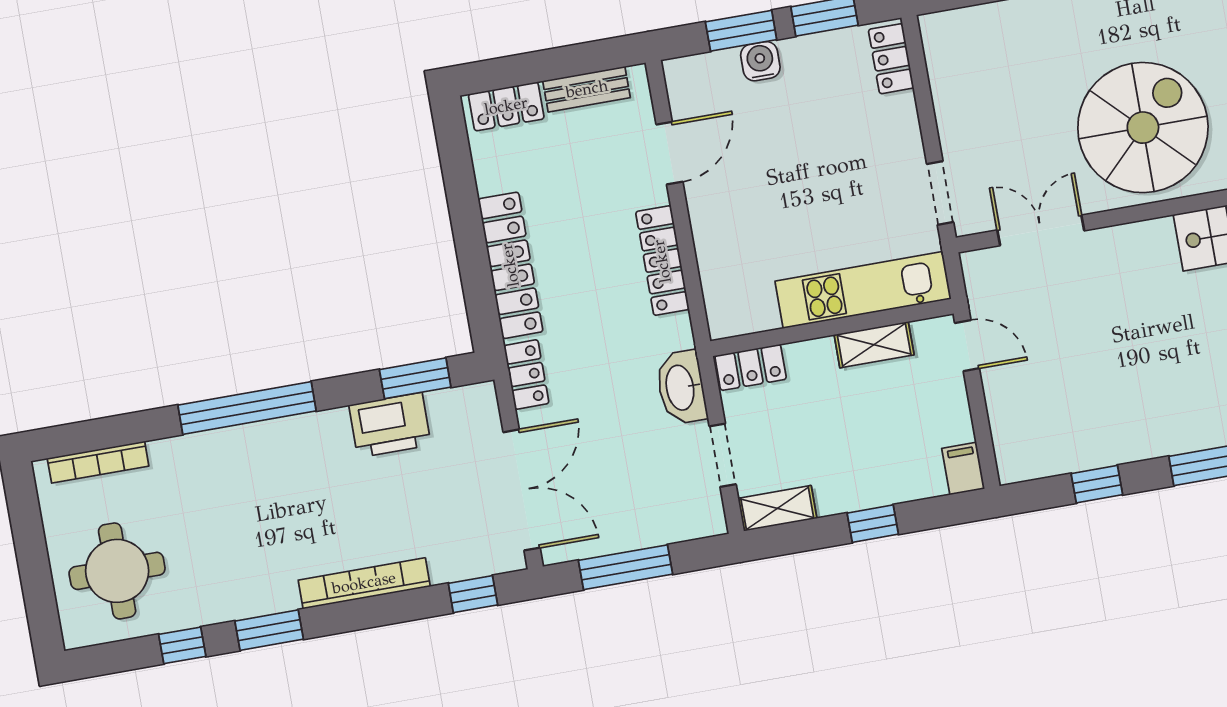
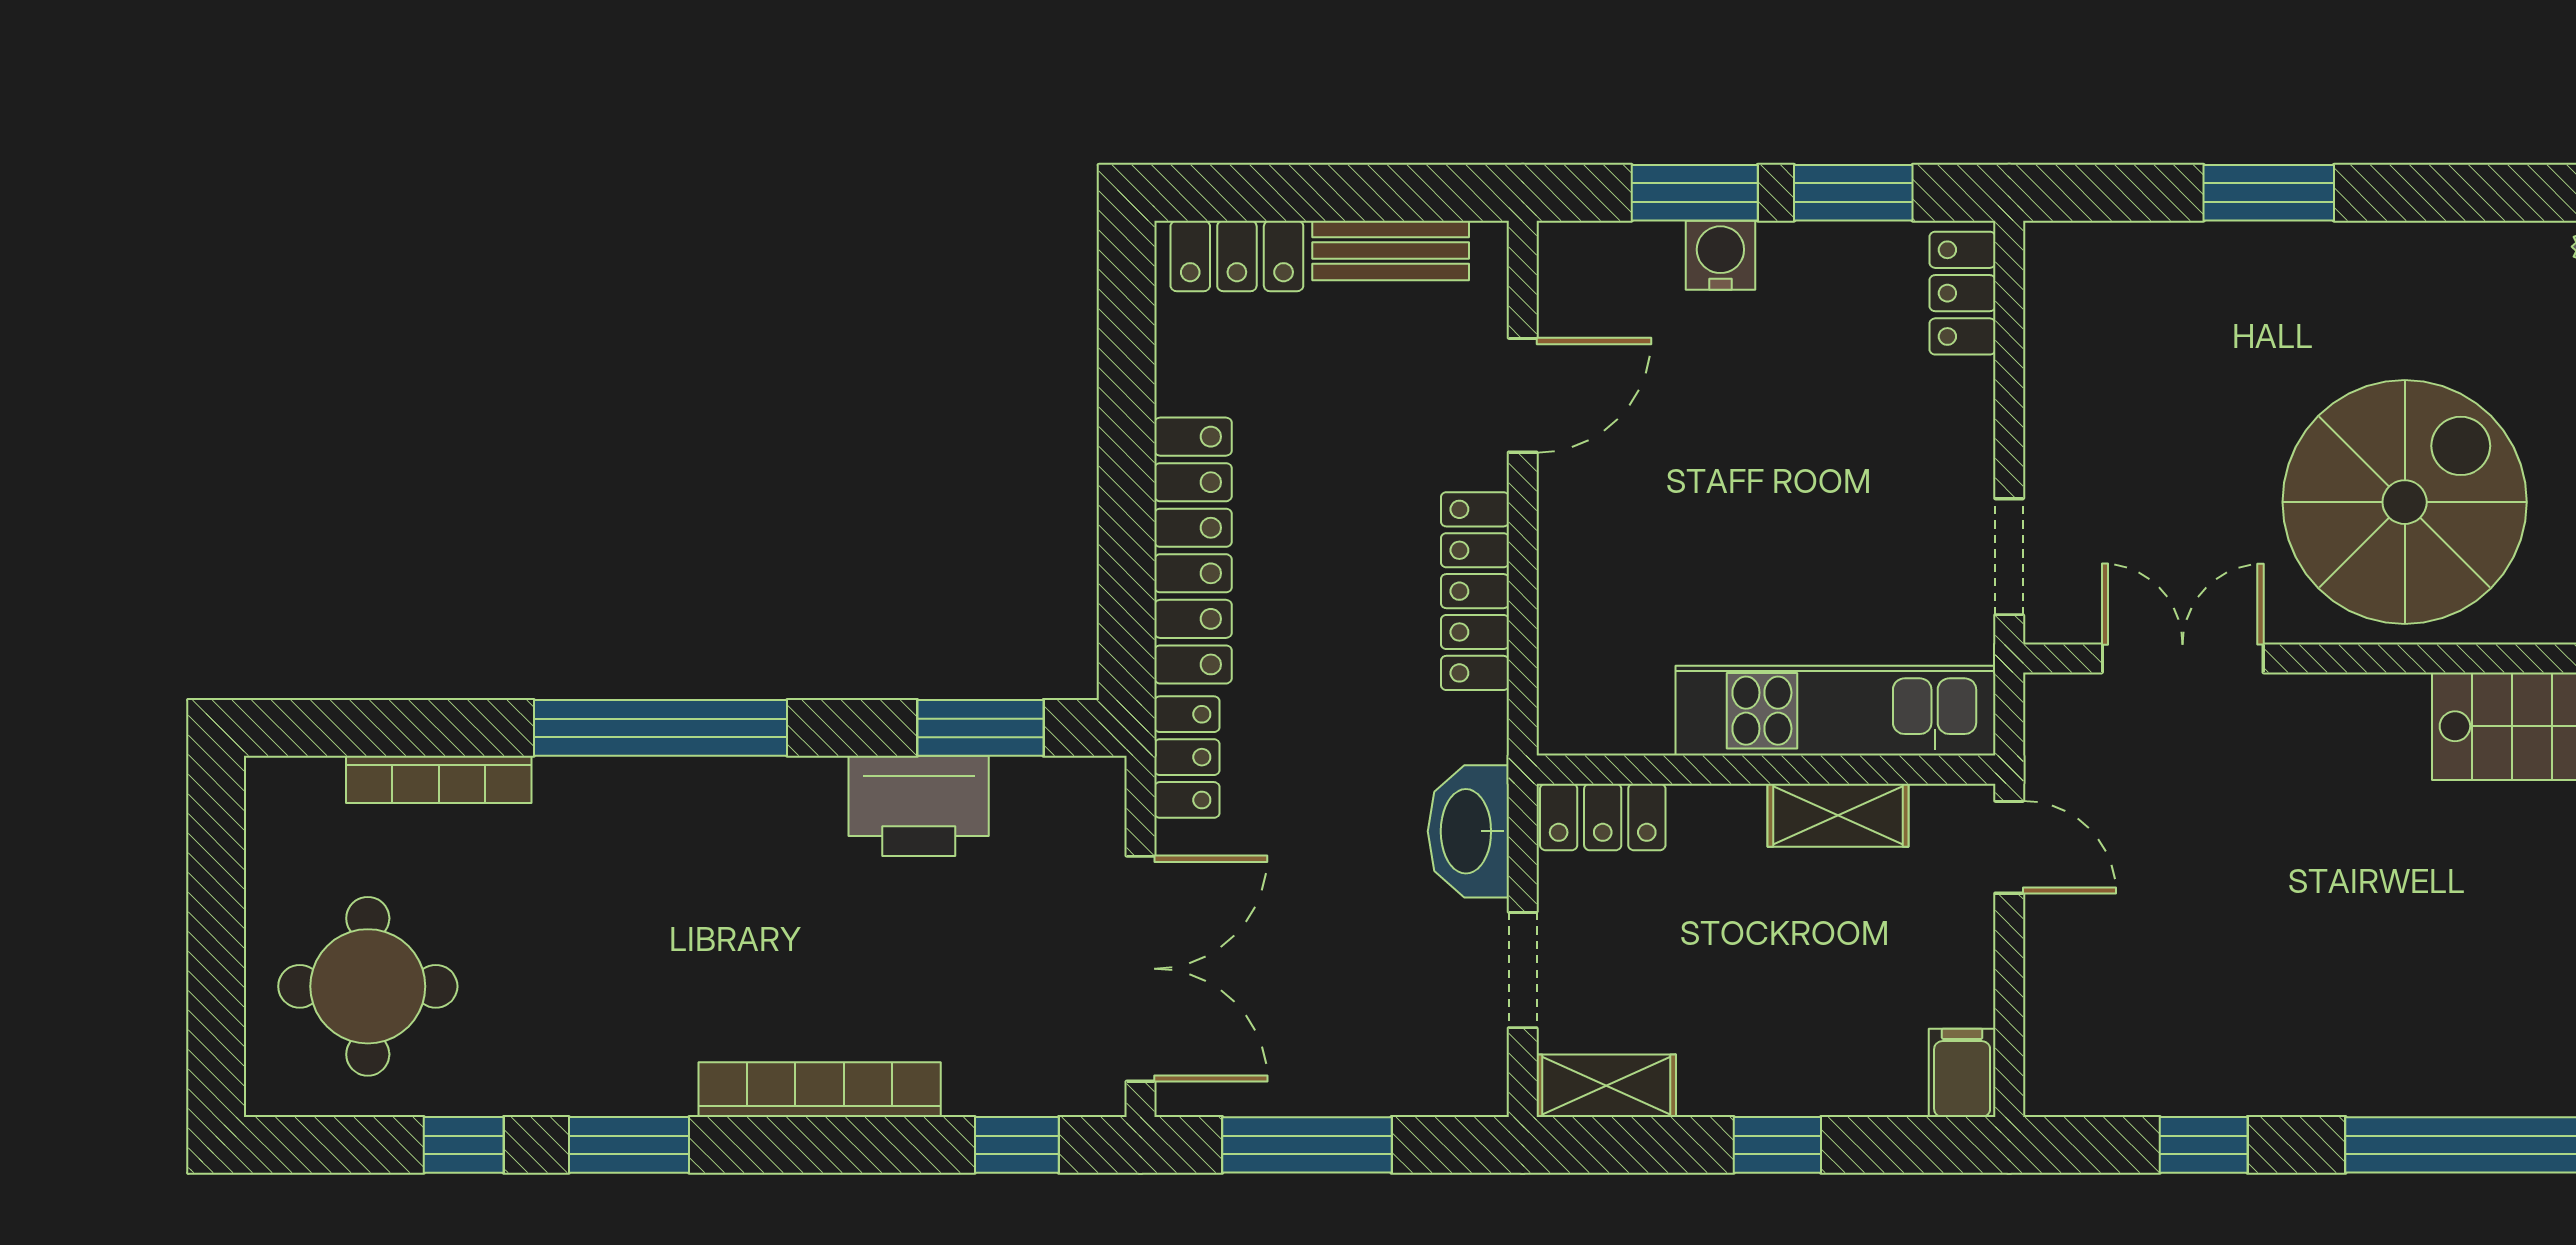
bookcase: (98, 462) -> (439, 779), moved

